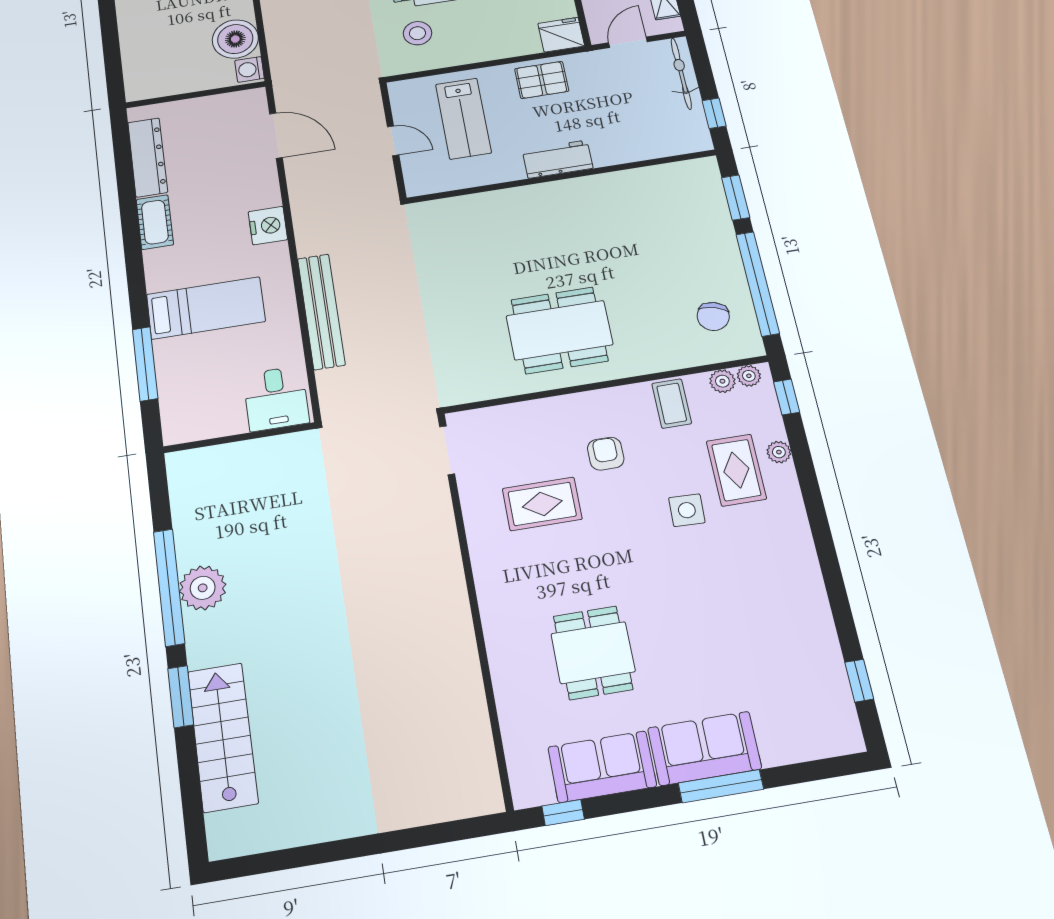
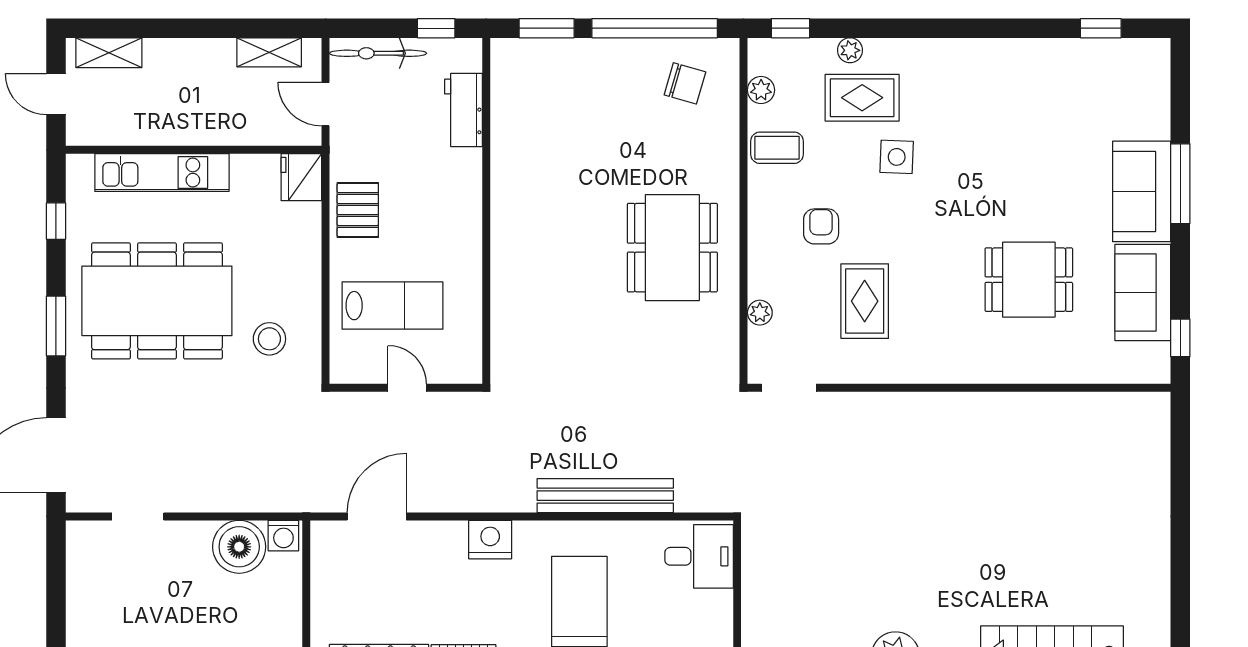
door: (393, 141) -> (407, 388), hinge flipped
workbench: (558, 159) -> (464, 110), moved
plant: (749, 376) -> (760, 313), moved
armchair: (606, 454) -> (821, 226), turned 90

